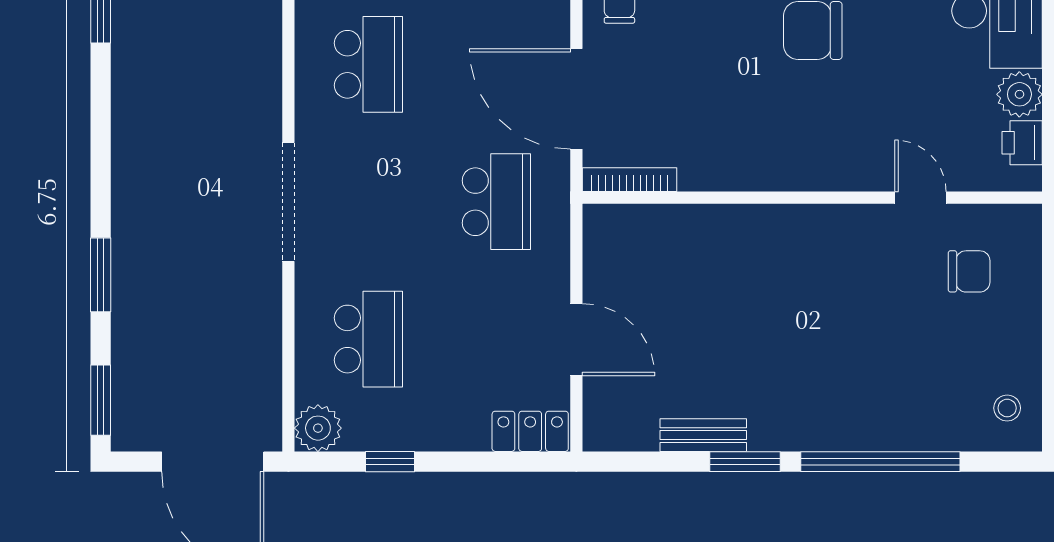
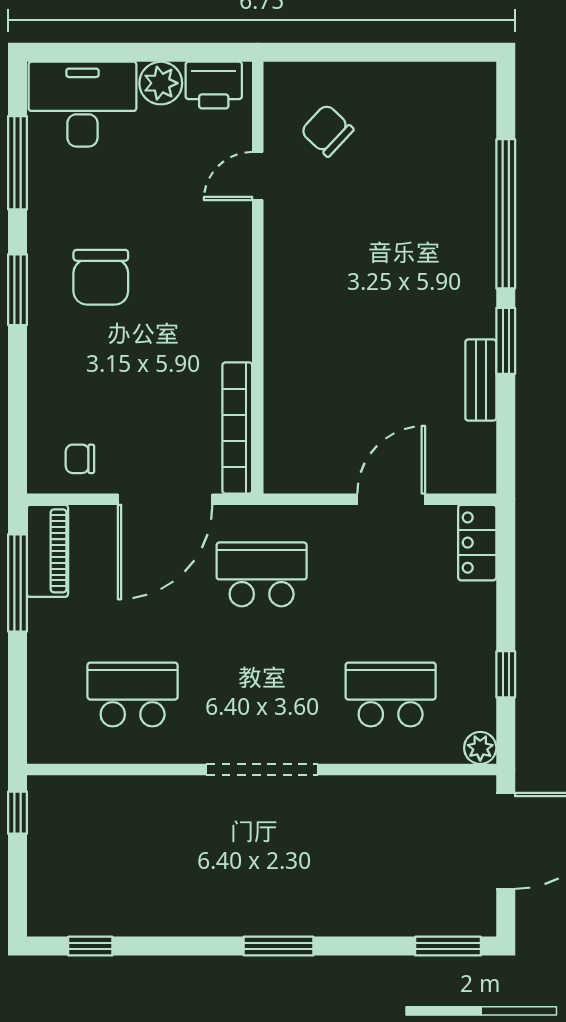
printer: (1022, 143) -> (214, 85), width x1.36, depth x1.24
bookcase: (630, 180) -> (237, 428), width x1.48, depth x1.31
chair: (969, 271) -> (327, 130), turned -47
window: (101, 275) -> (278, 946), moved
stool: (1007, 408) -> (455, 95), removed
plant: (318, 428) -> (480, 748), width x0.73, depth x0.73

